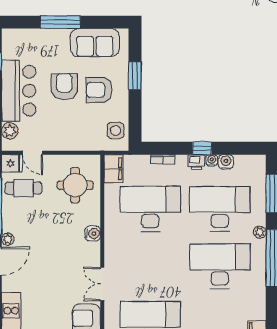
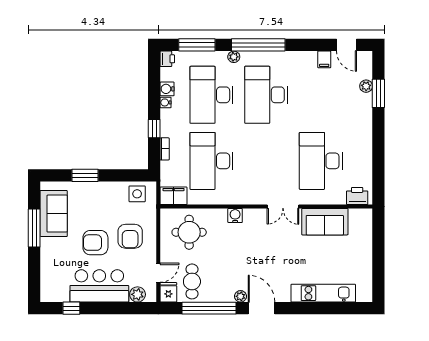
window: (60, 22) -> (34, 228), moved
armchair: (99, 90) -> (130, 236), moved
window: (202, 148) -> (154, 129), moved
printer: (196, 162) -> (167, 59), moved

